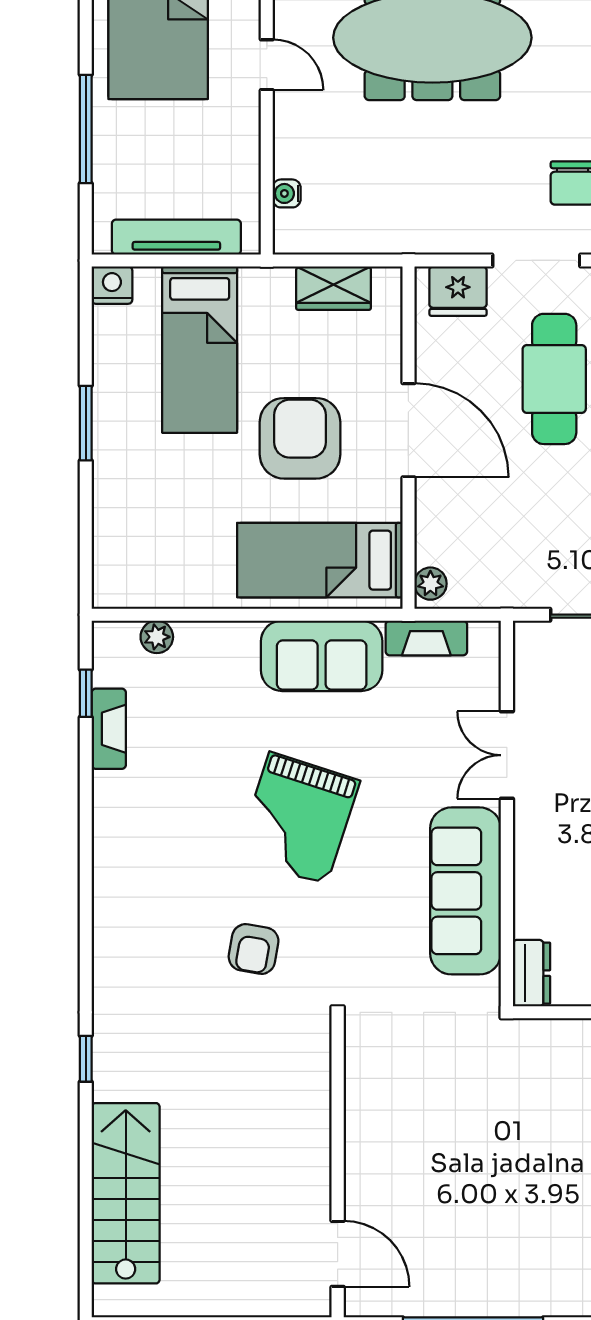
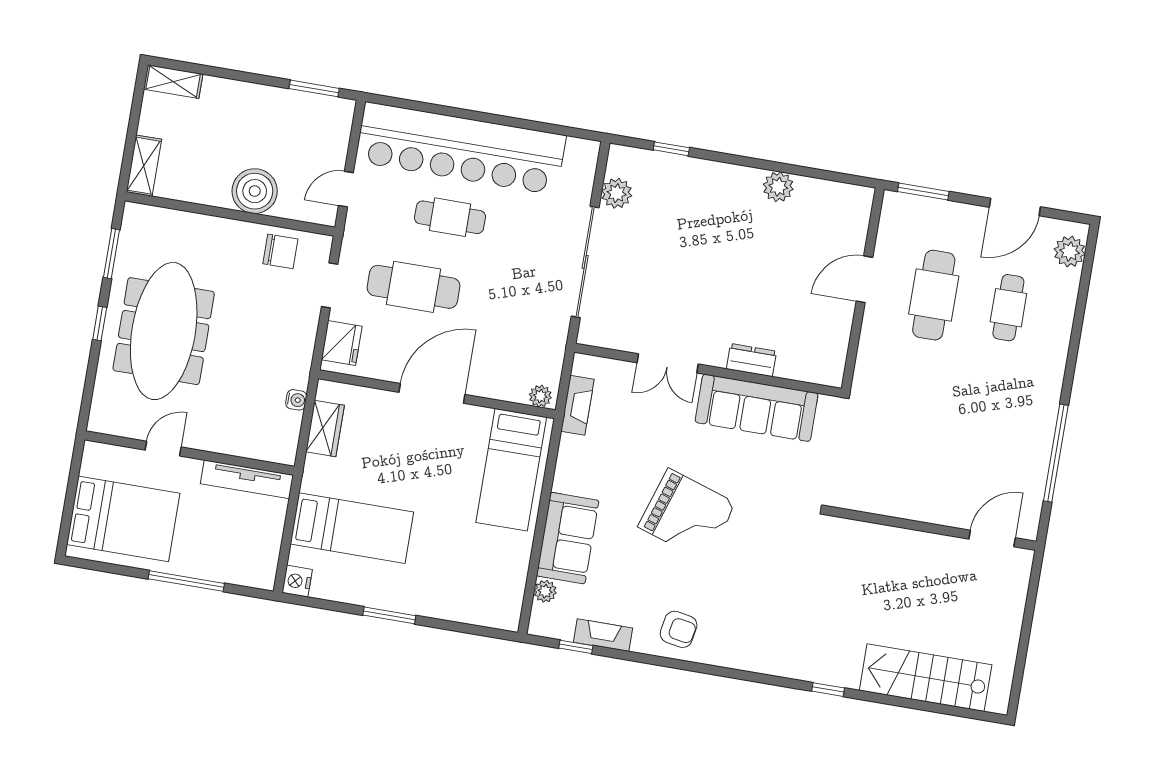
water cooler: (287, 193) -> (296, 400), moved, turned -90
tv unit: (176, 237) -> (247, 479), moved, turned -90
doorway: (536, 260) -> (330, 285), width x0.73
armchair: (300, 438) -> (425, 469), removed
sofa: (322, 656) -> (568, 538), moved
armchair: (254, 949) -> (679, 629), moved
dresser: (531, 973) -> (751, 360), moved

